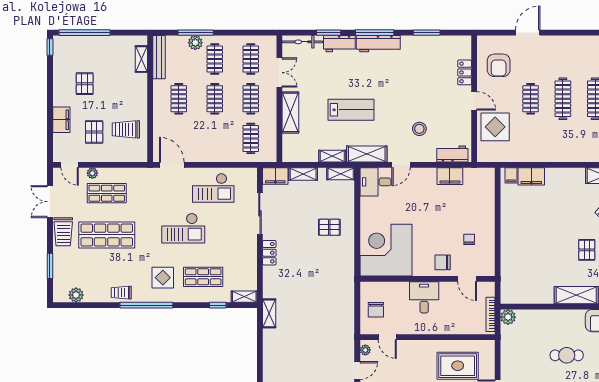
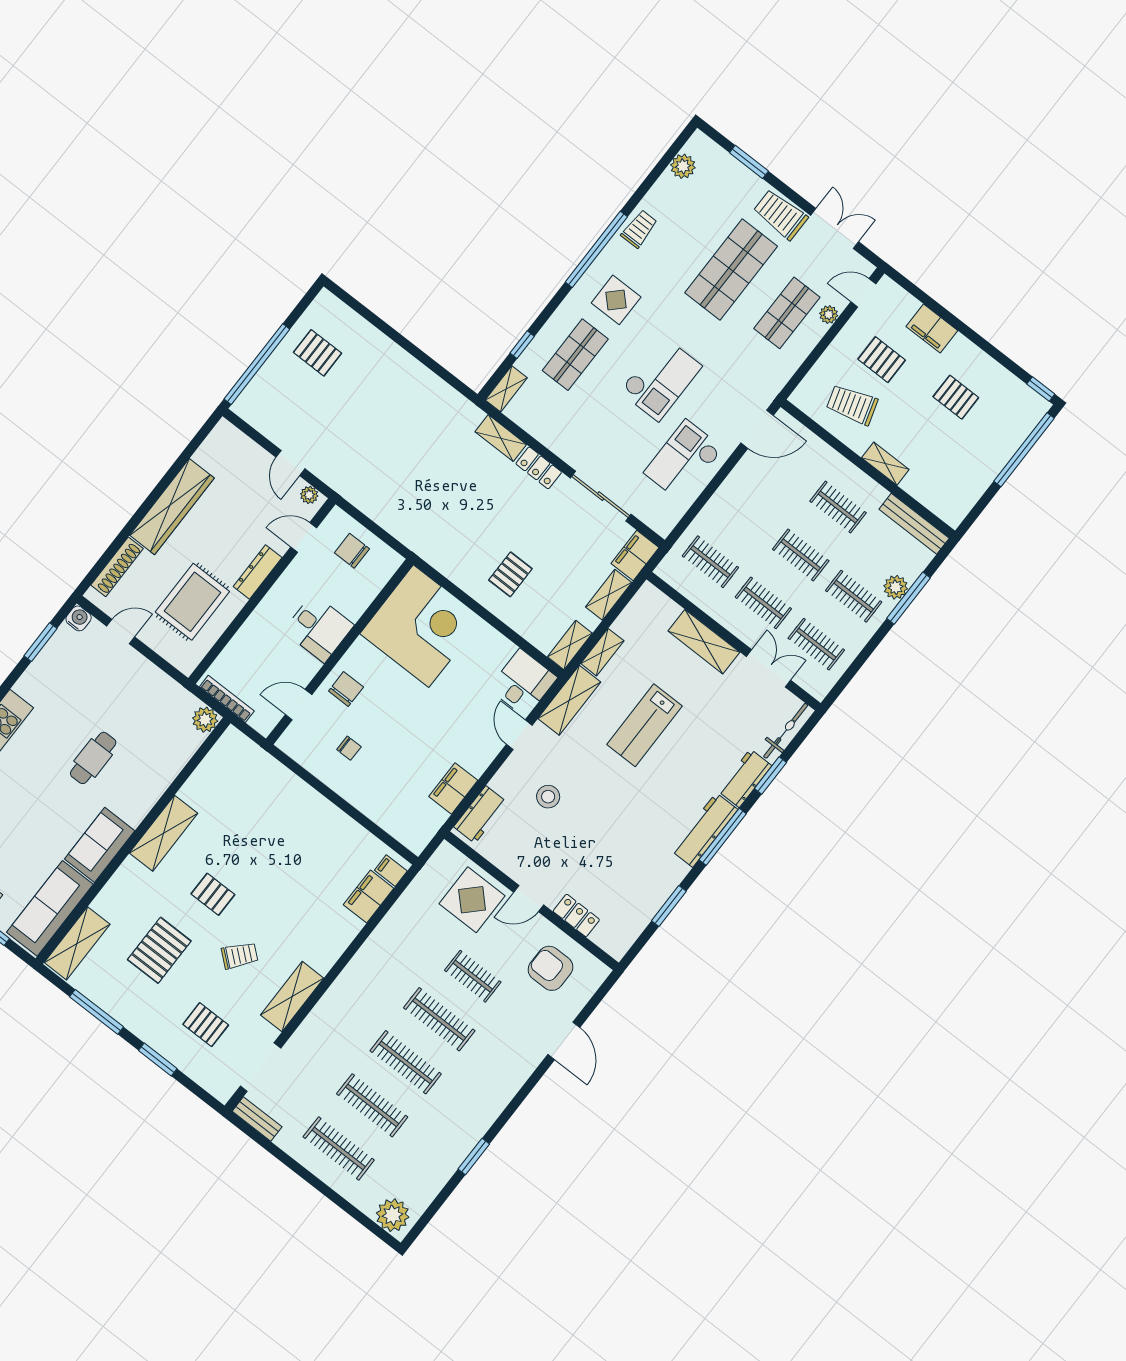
shelving: (141, 59) -> (885, 464), moved
double door: (279, 73) -> (768, 668), swing flipped
trolley: (126, 129) -> (852, 405), turned -107
checkout: (183, 228) -> (661, 379), turned 180
shelving: (269, 313) -> (501, 438), moved
dresser: (420, 346) -> (258, 572), added

